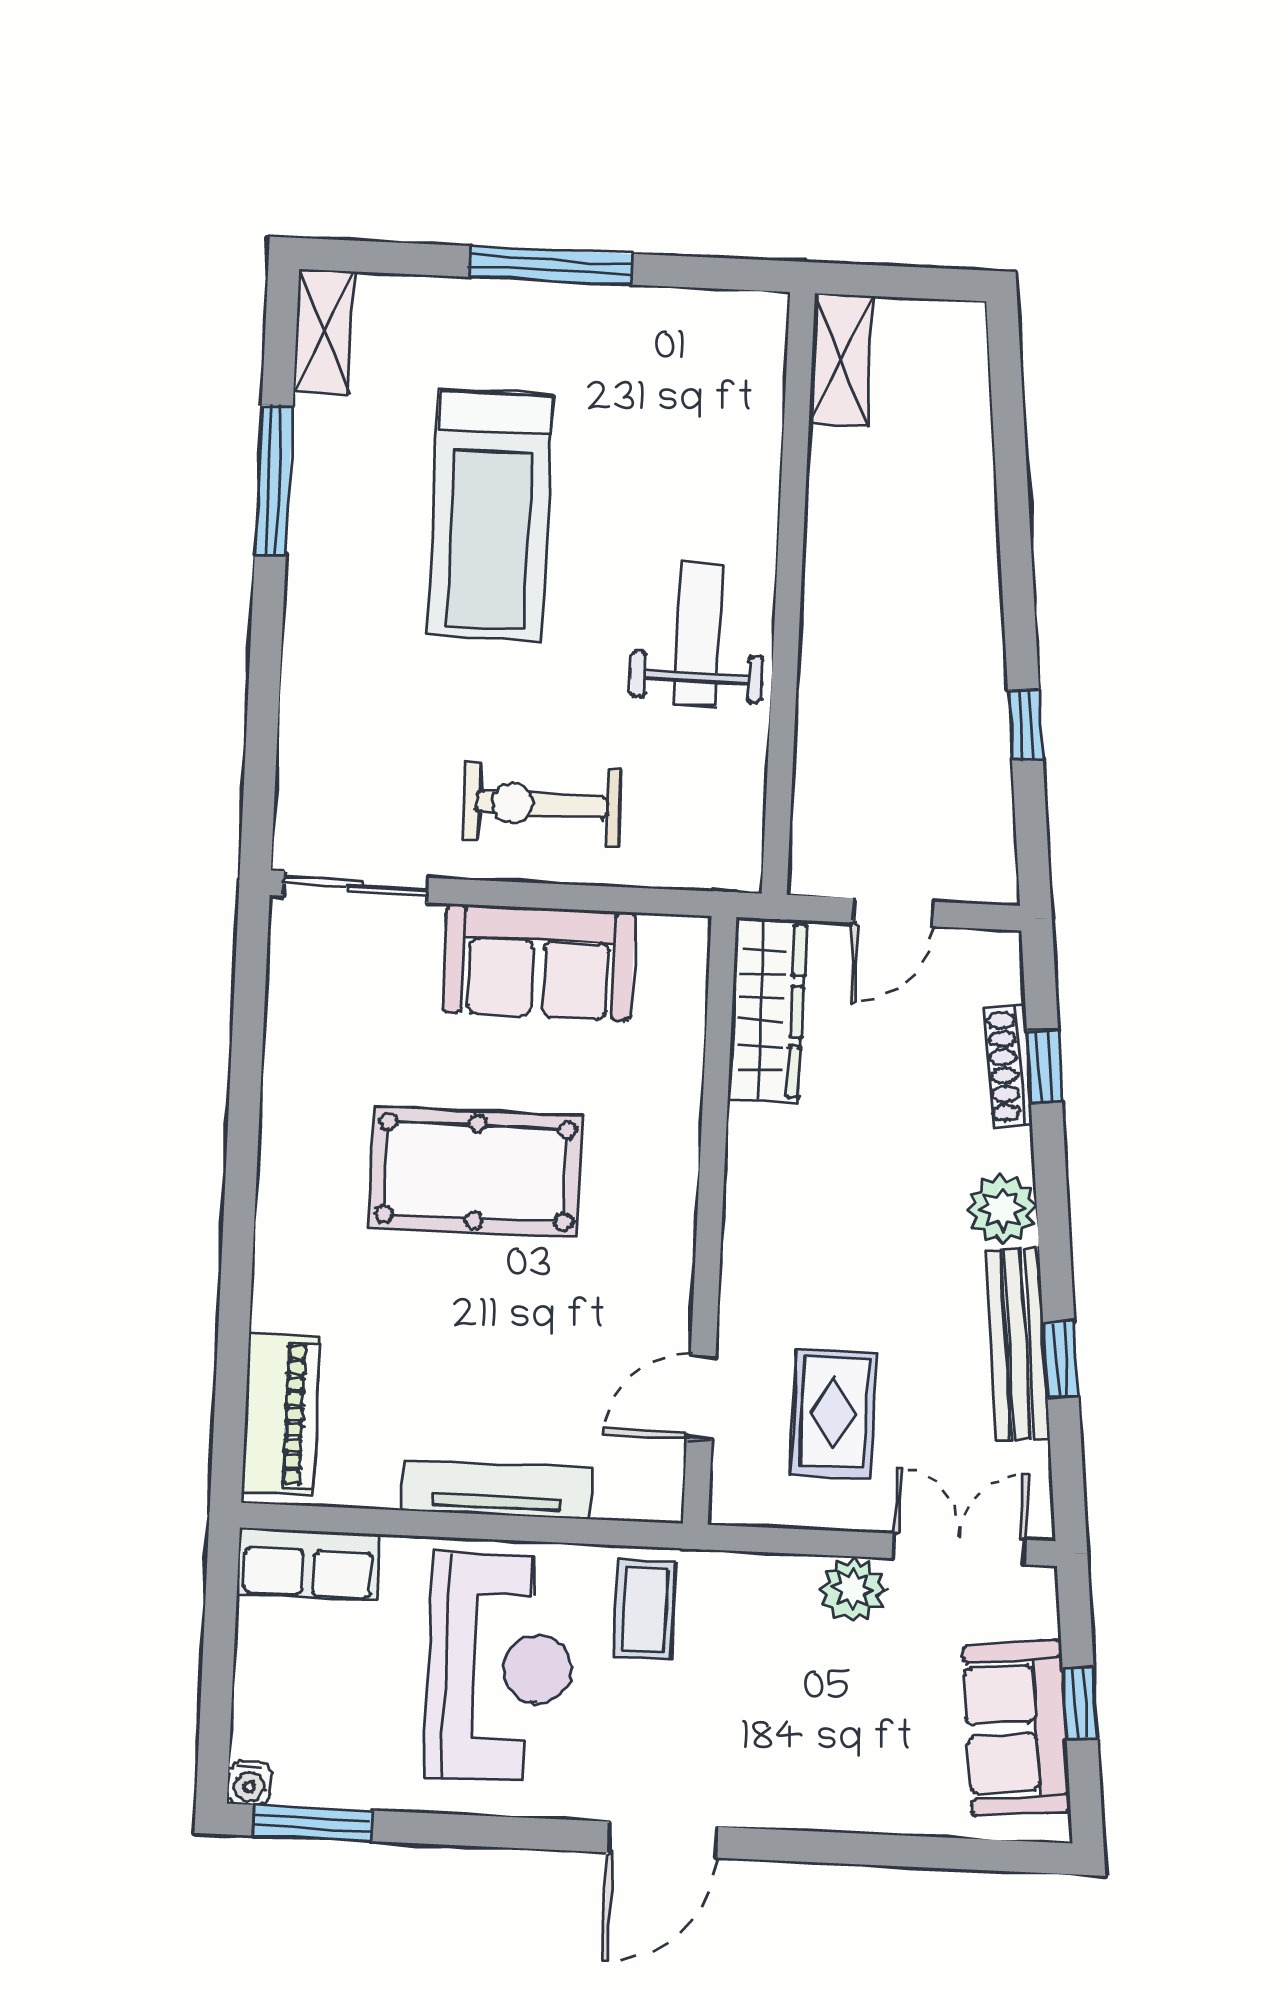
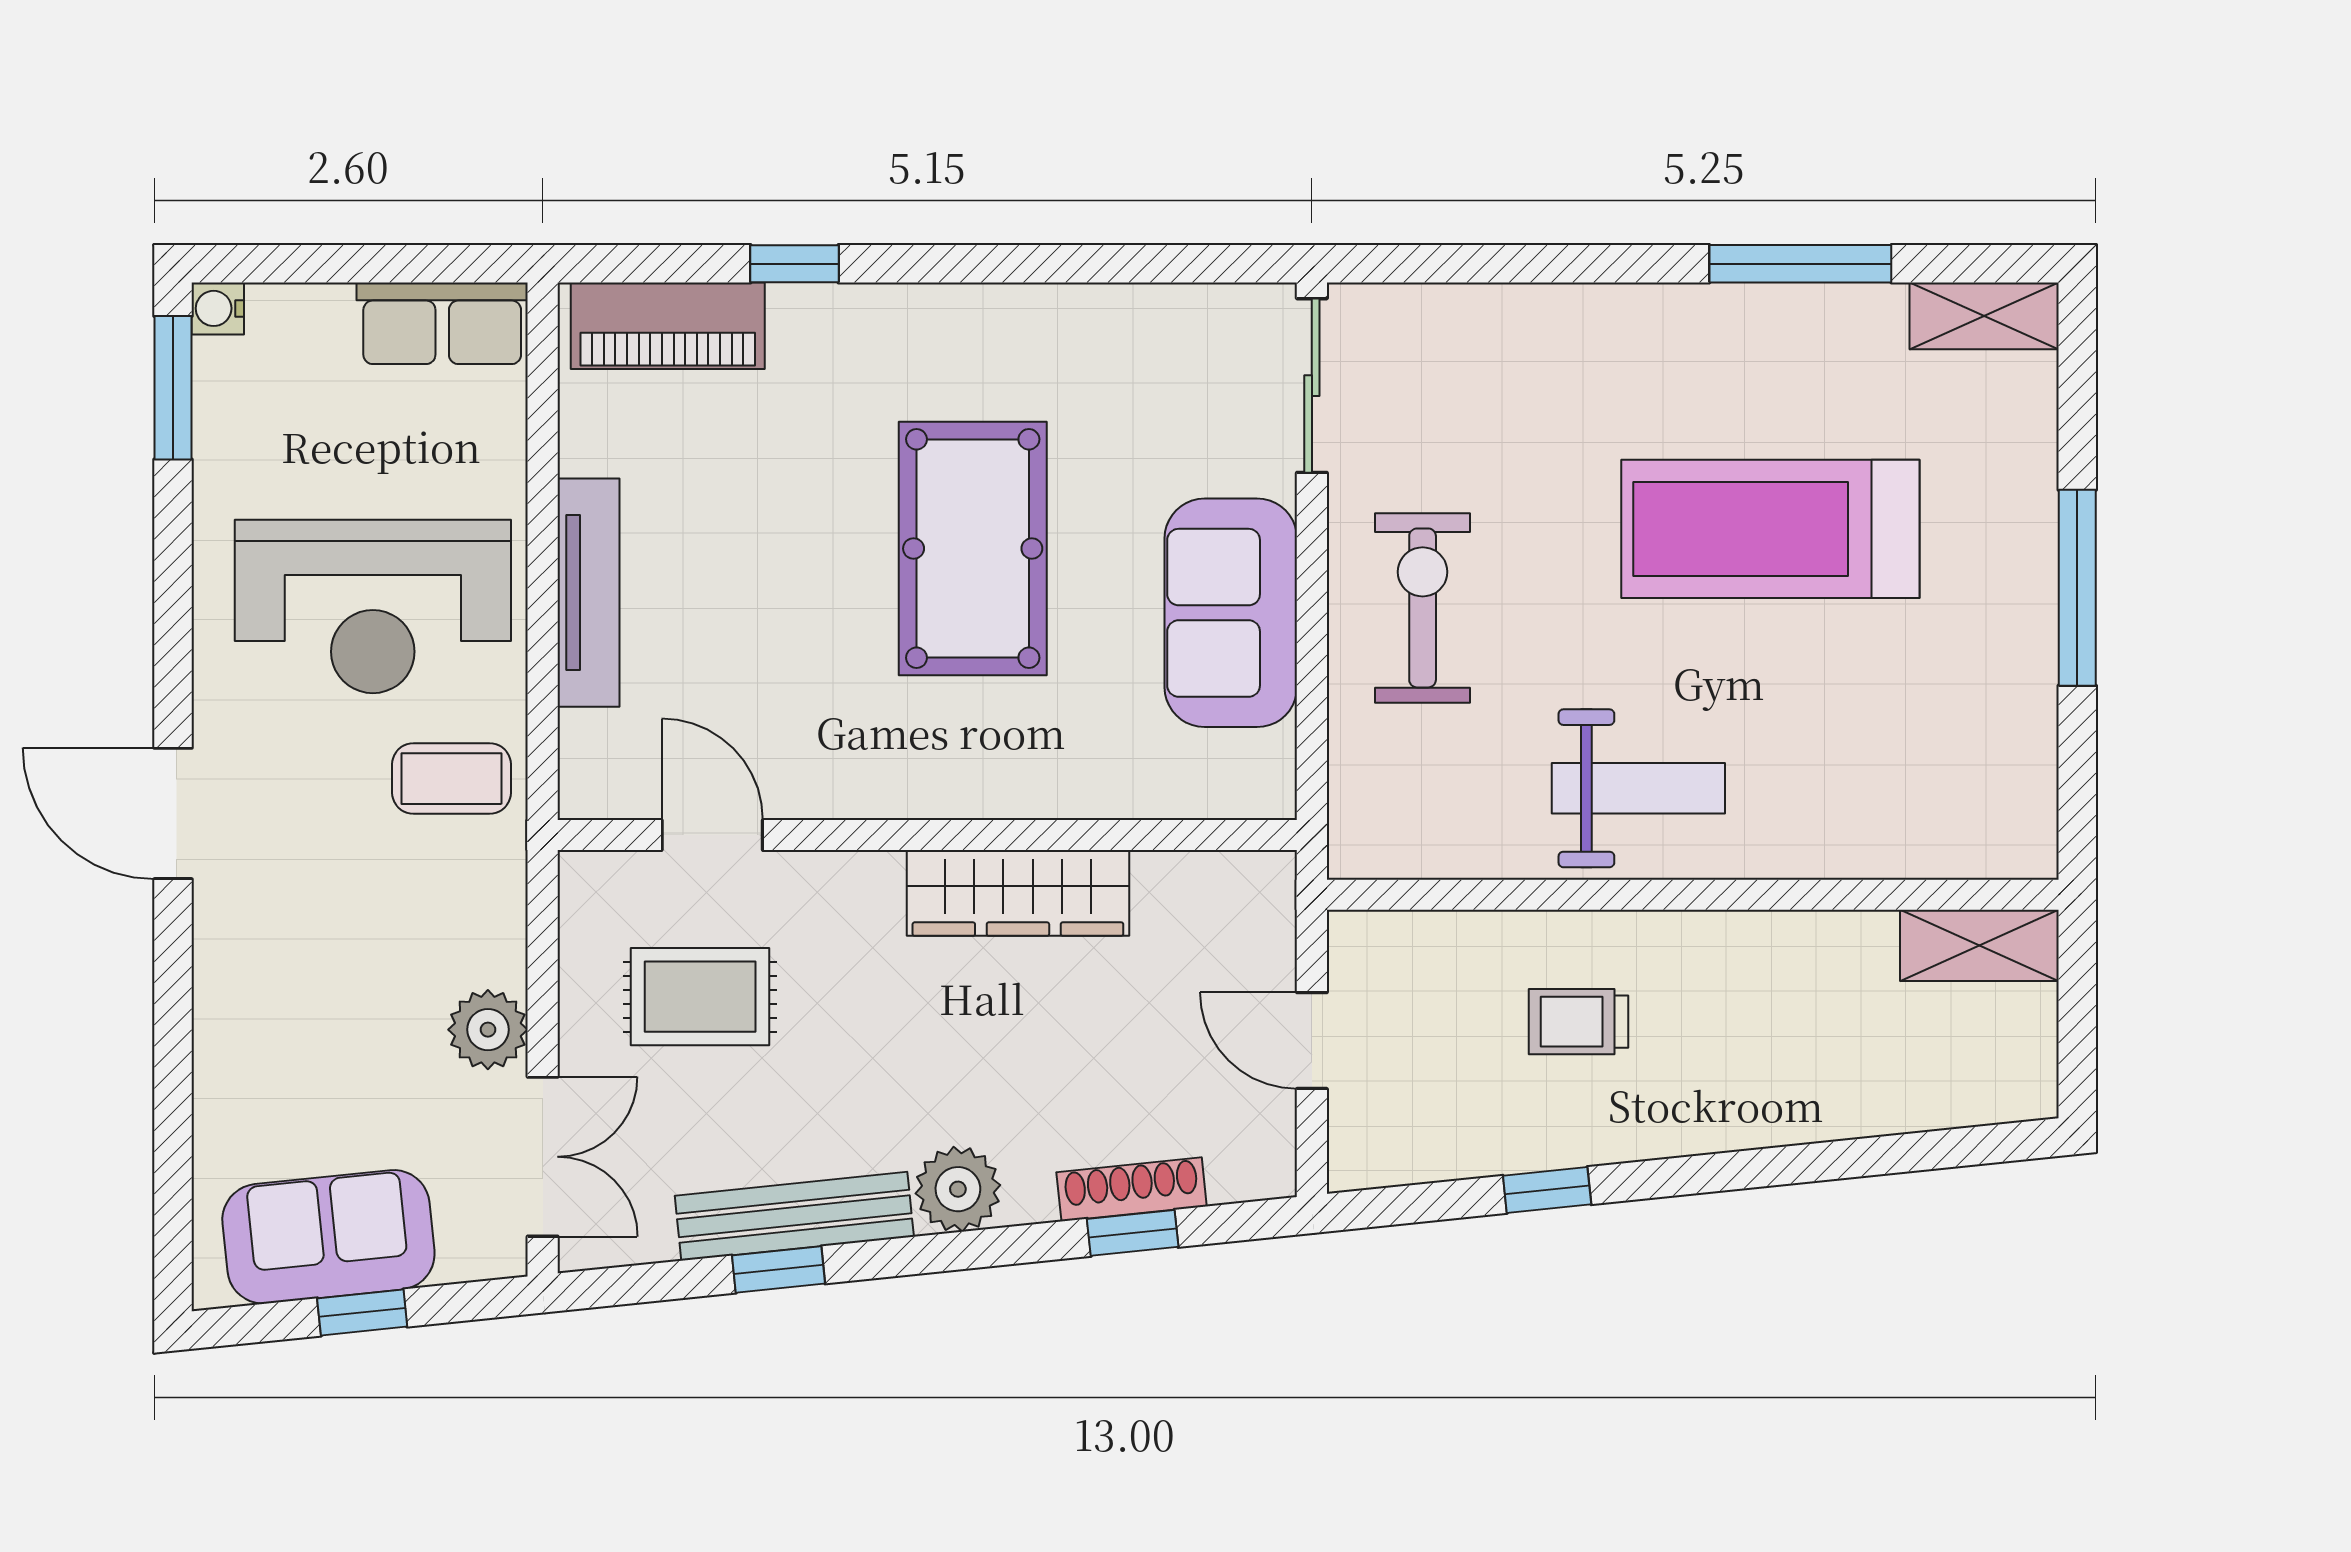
trolley: (888, 692) -> (1579, 1022), added
wardrobe: (767, 1010) -> (1018, 893), moved
window: (235, 1307) -> (795, 264), added
row of seats: (308, 1564) -> (442, 323), moved, turned -90

